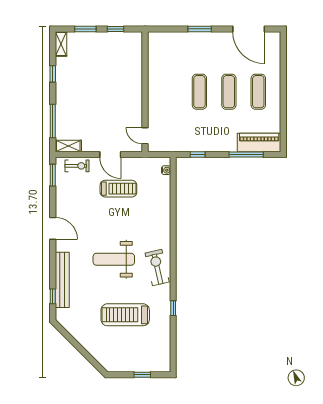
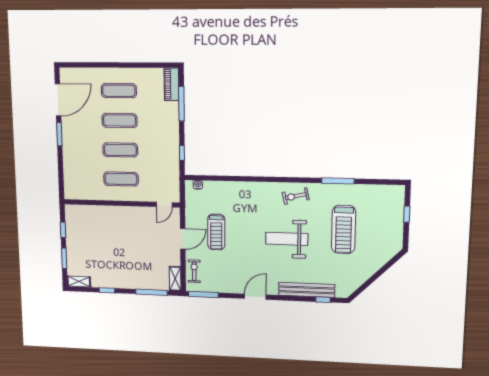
window: (200, 29) -> (59, 134), moved
exercise mat: (170, 92) -> (121, 179), added
piano: (259, 142) -> (172, 84), width x0.73, depth x0.75
window: (53, 175) -> (203, 294), width x1.44
treadmill: (118, 189) -> (216, 232), turned 180
weight bench: (114, 259) -> (287, 239), turned 90
exercise bike: (157, 267) -> (296, 196), width x0.73, depth x0.72
window: (173, 308) -> (338, 181), width x2.17

